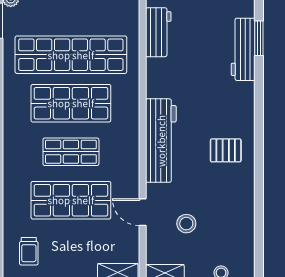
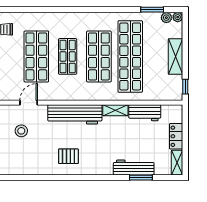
shelving: (154, 78) -> (115, 110), added
pallet: (226, 150) -> (68, 156), turned 90

